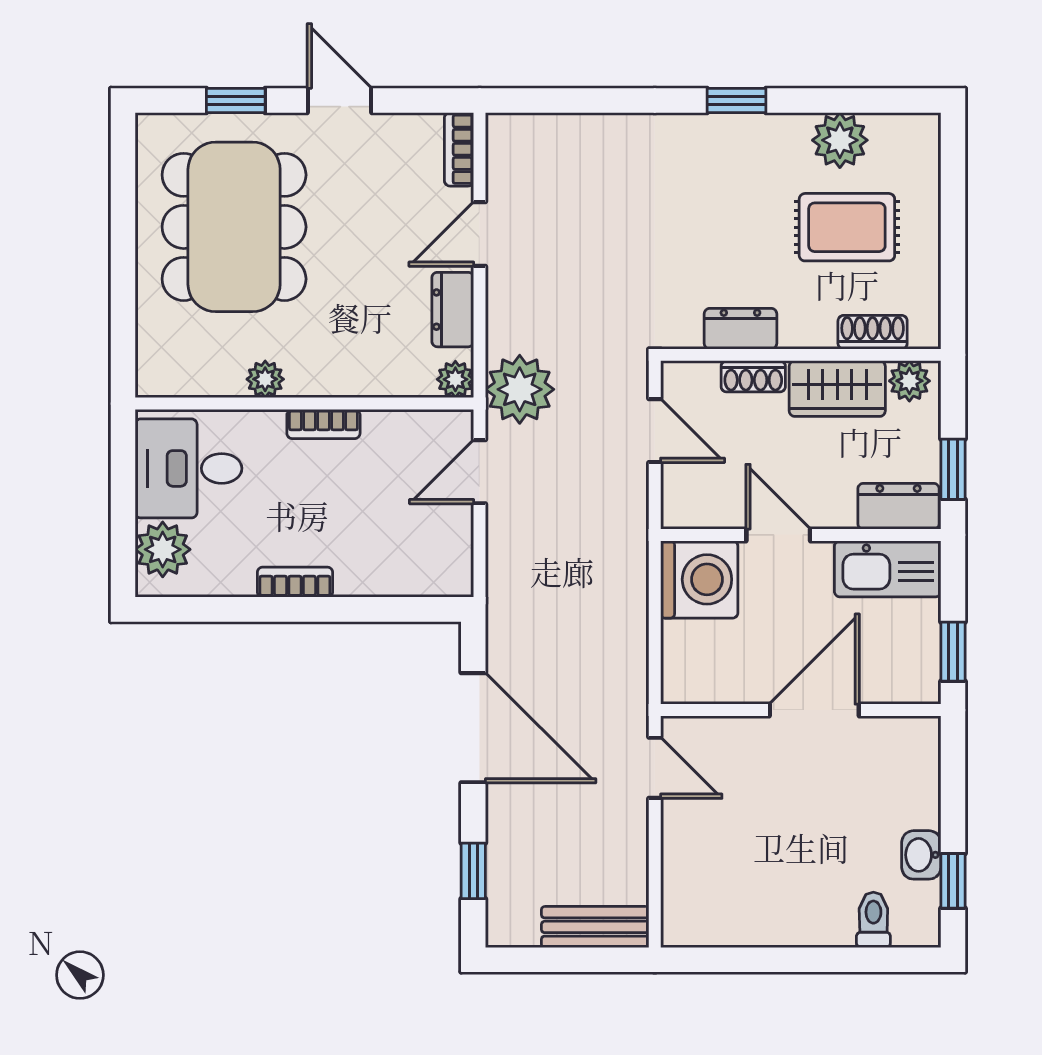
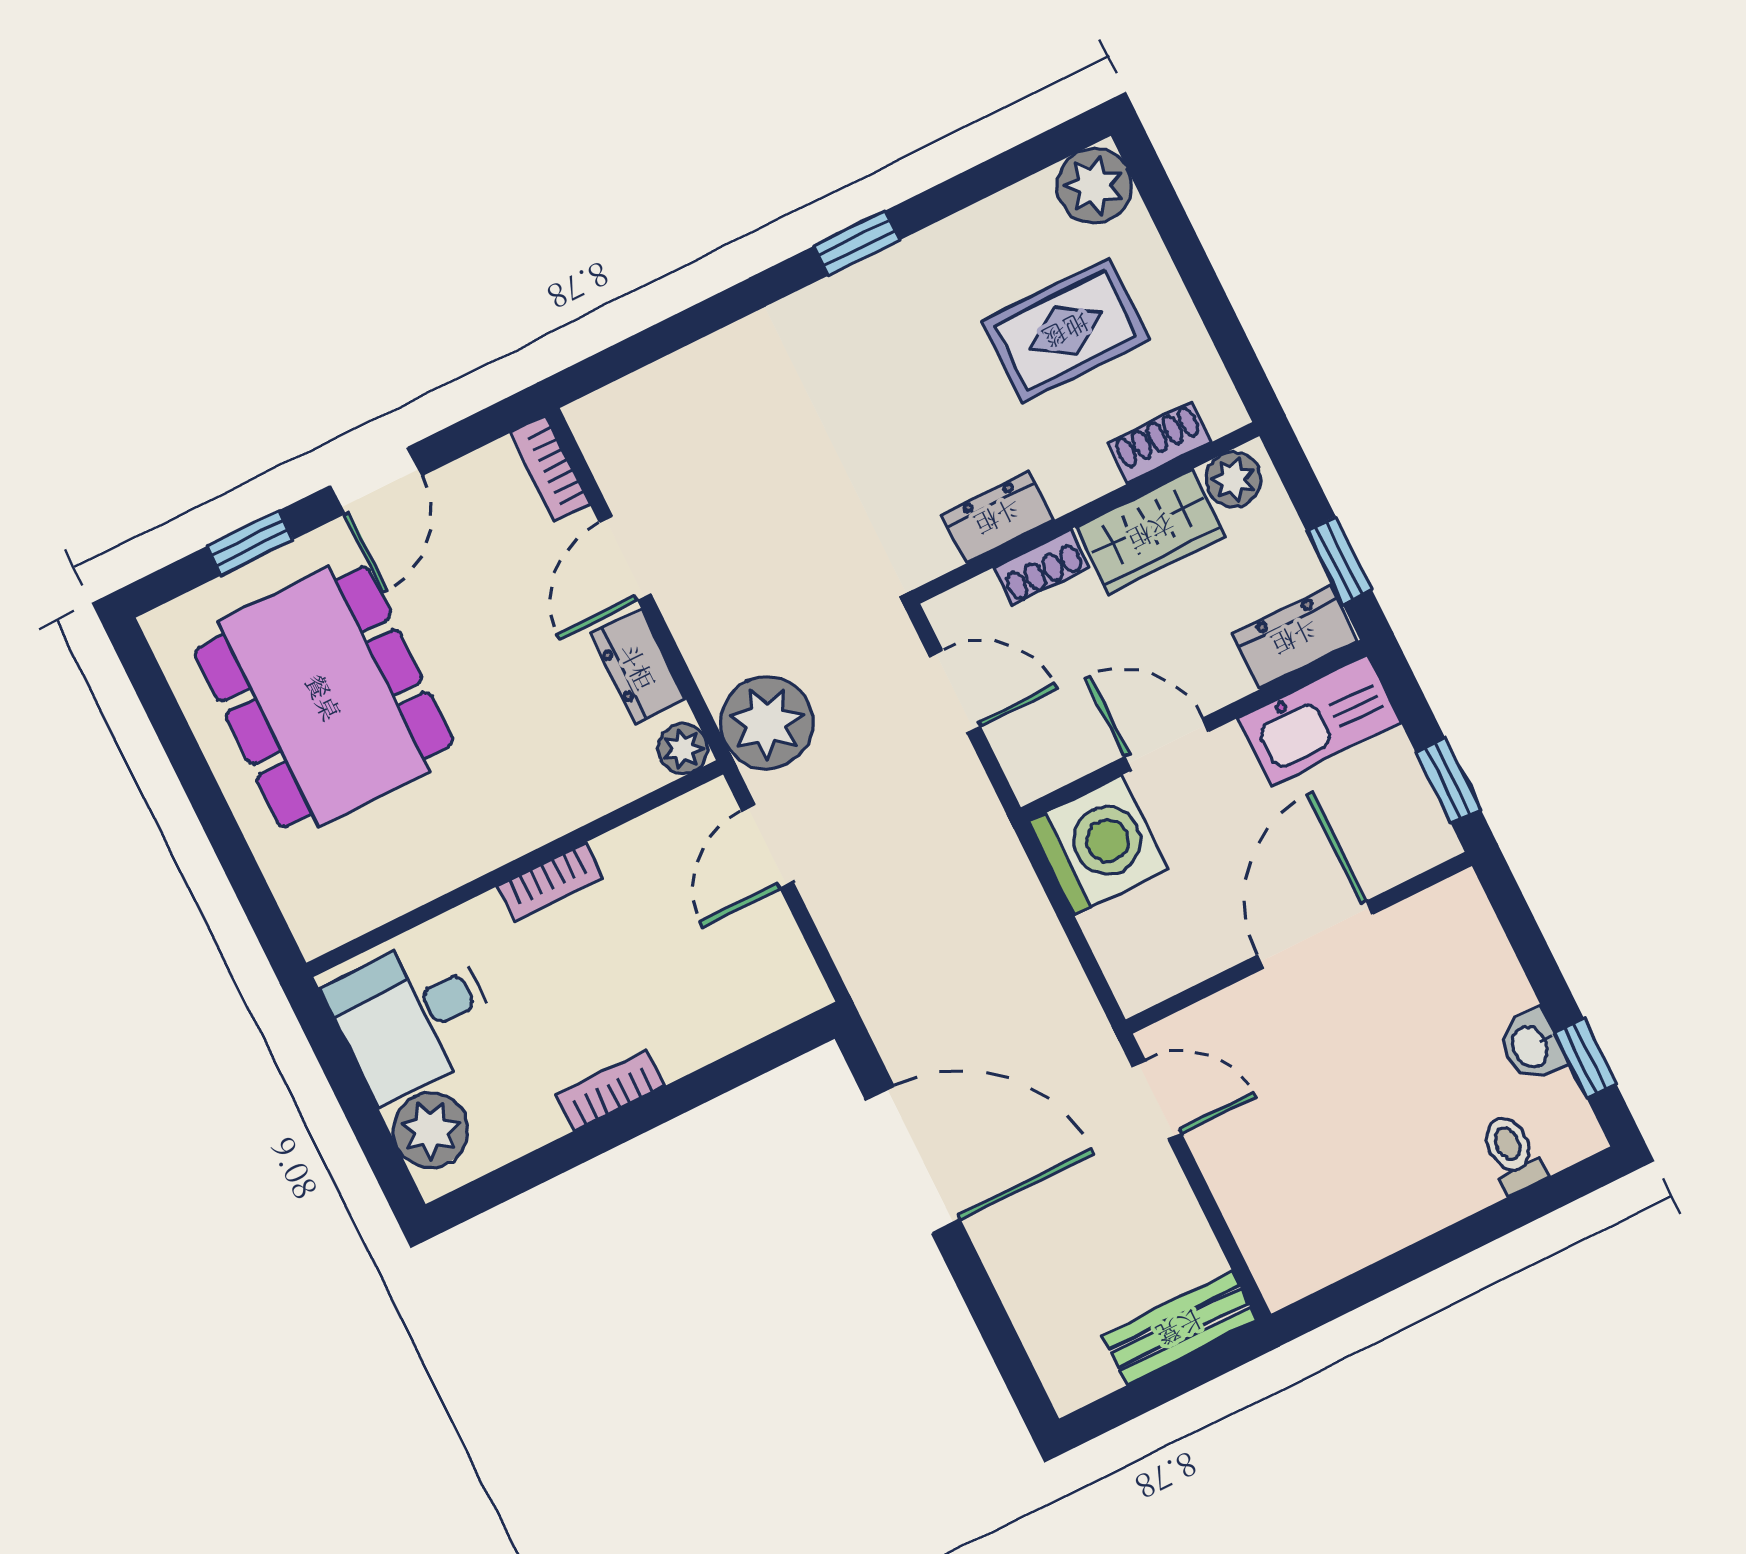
door: (340, 100) -> (376, 481), swing flipped
plant: (840, 140) -> (1094, 186), moved
plant: (265, 379) -> (453, 863), removed
window: (473, 871) -> (999, 1333), removed

